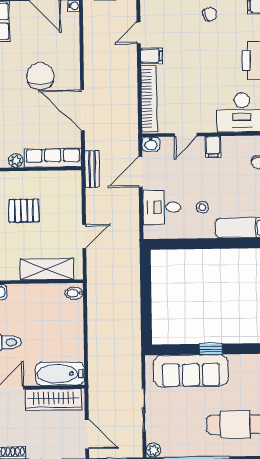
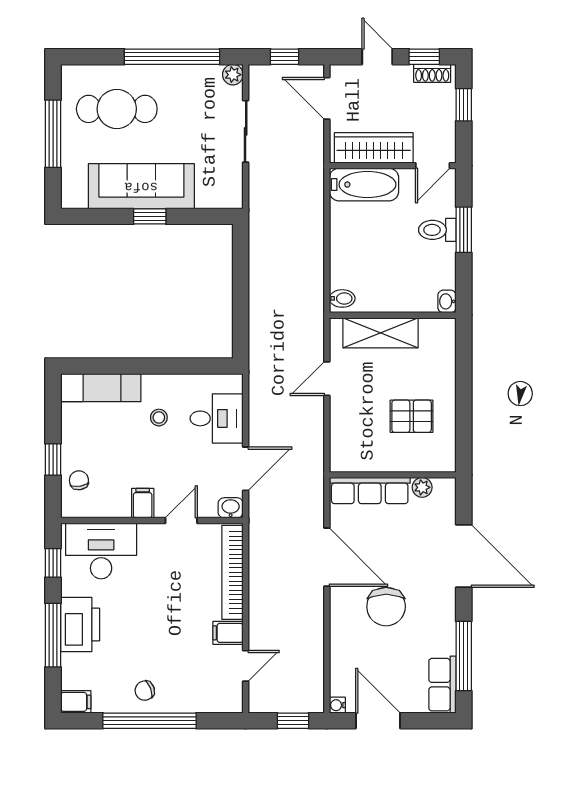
bench: (92, 169) -> (314, 474), removed
sofa: (191, 371) -> (141, 186), moved

